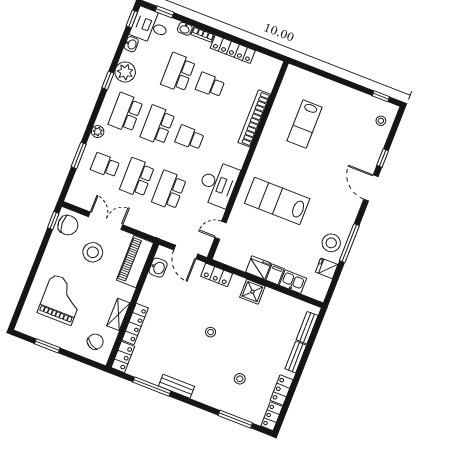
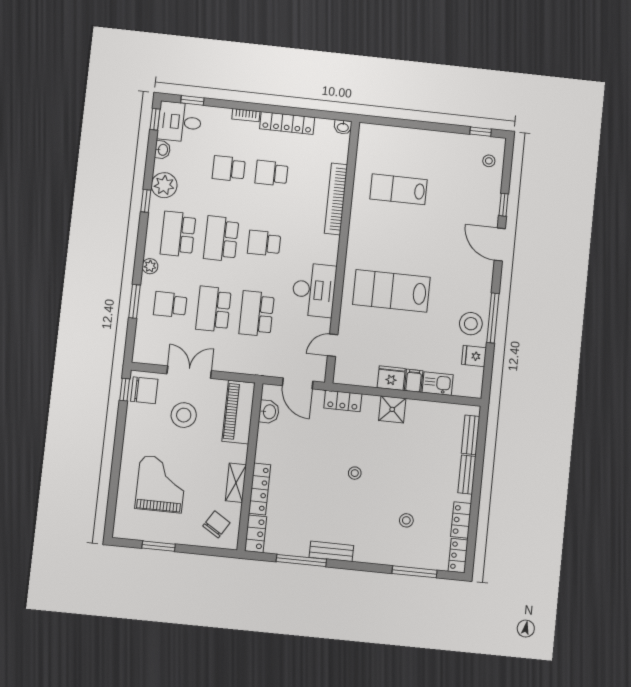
washbasin: (185, 29) -> (343, 127), moved
school desk: (178, 73) -> (229, 169), width x0.54
lab bench: (305, 124) -> (399, 189), turned 90

